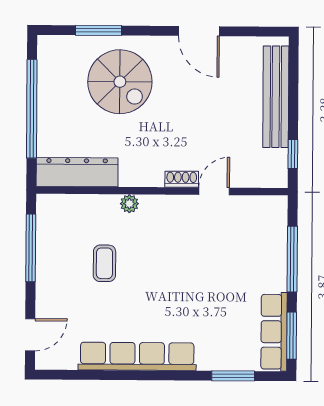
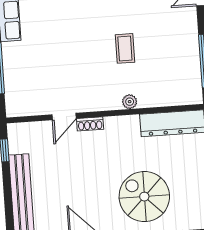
coffee table: (104, 263) -> (125, 48), moved

